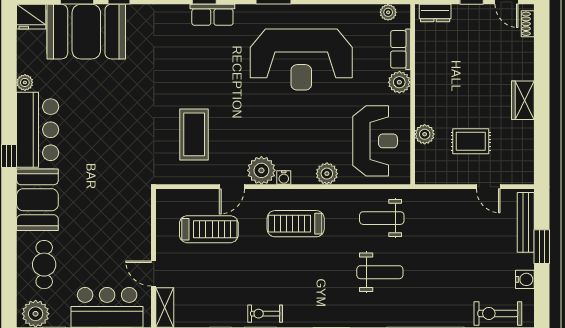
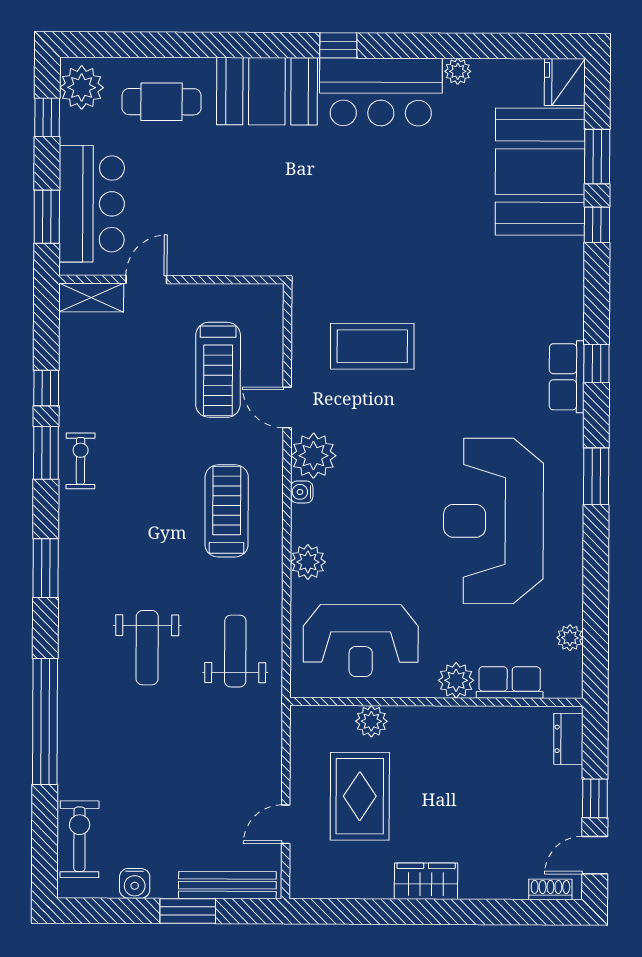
plant: (388, 12) -> (570, 638), moved
rug: (471, 141) -> (360, 796), width x1.36, depth x1.43

